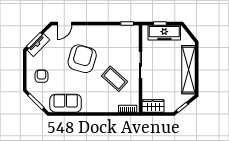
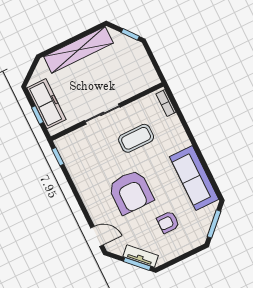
armchair: (82, 59) -> (131, 192), turned -106
armchair: (41, 76) -> (168, 222), moved
coffee table: (114, 79) -> (136, 138), turned 48
sofa: (66, 103) -> (194, 178), width x1.36
wardrobe: (153, 106) -> (147, 72), removed

